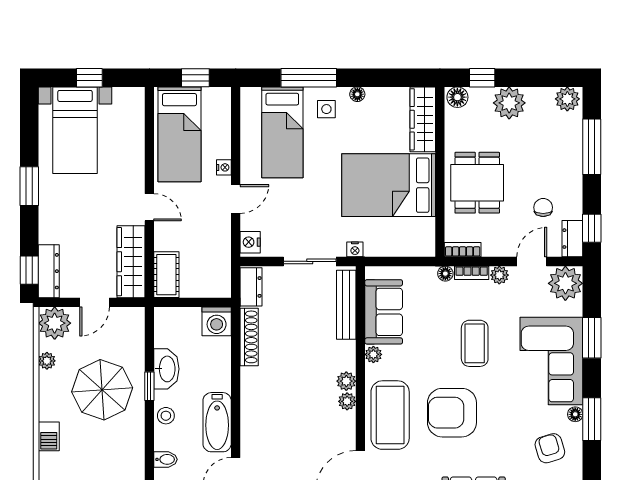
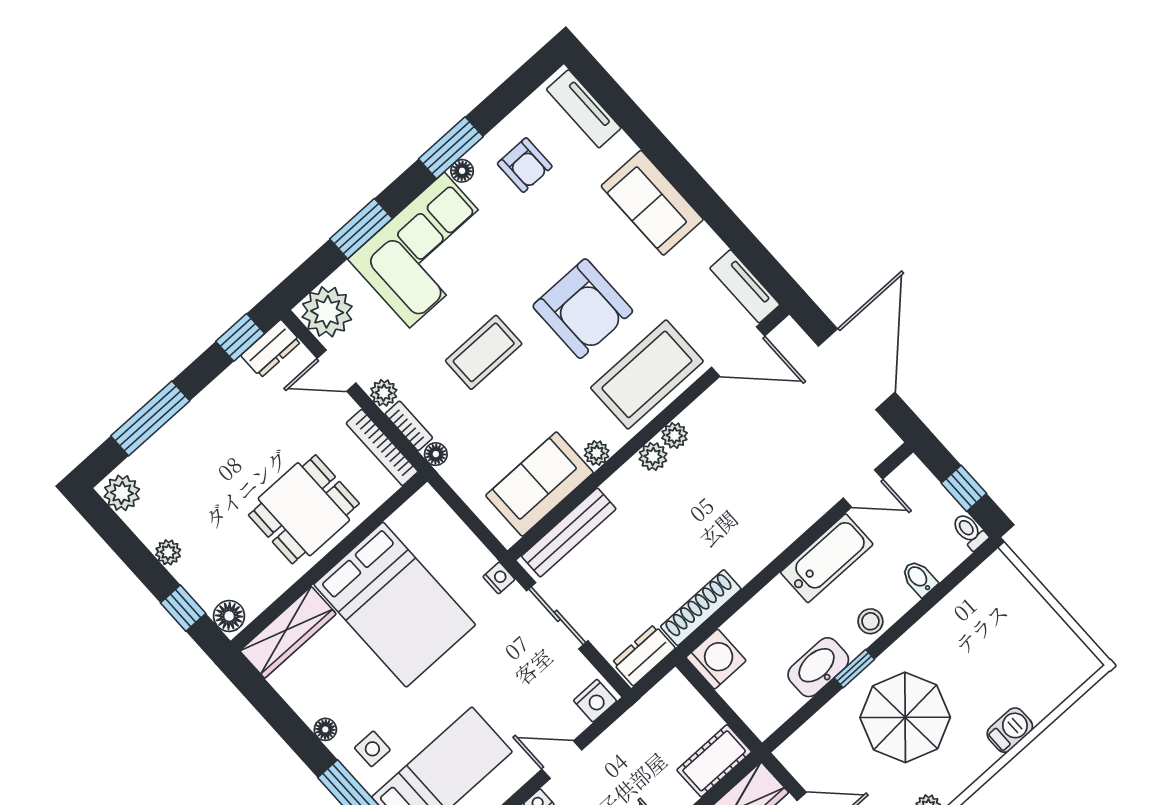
plant: (509, 103) -> (168, 552), width x0.53, depth x0.53
chair: (543, 207) -> (266, 412), removed
bookcase: (463, 250) -> (382, 447), width x1.56
armchair: (550, 448) -> (525, 165), turned -73

